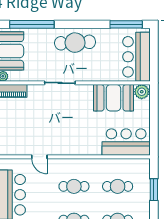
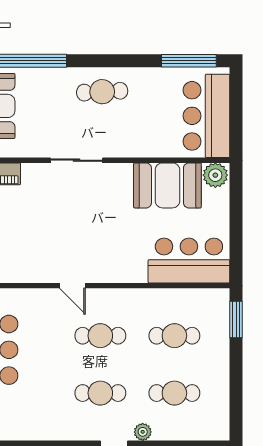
cafe table: (75, 43) -> (102, 92), width x0.73, depth x0.74
door: (39, 157) -> (72, 286), moved
window: (154, 190) -> (236, 319), moved

